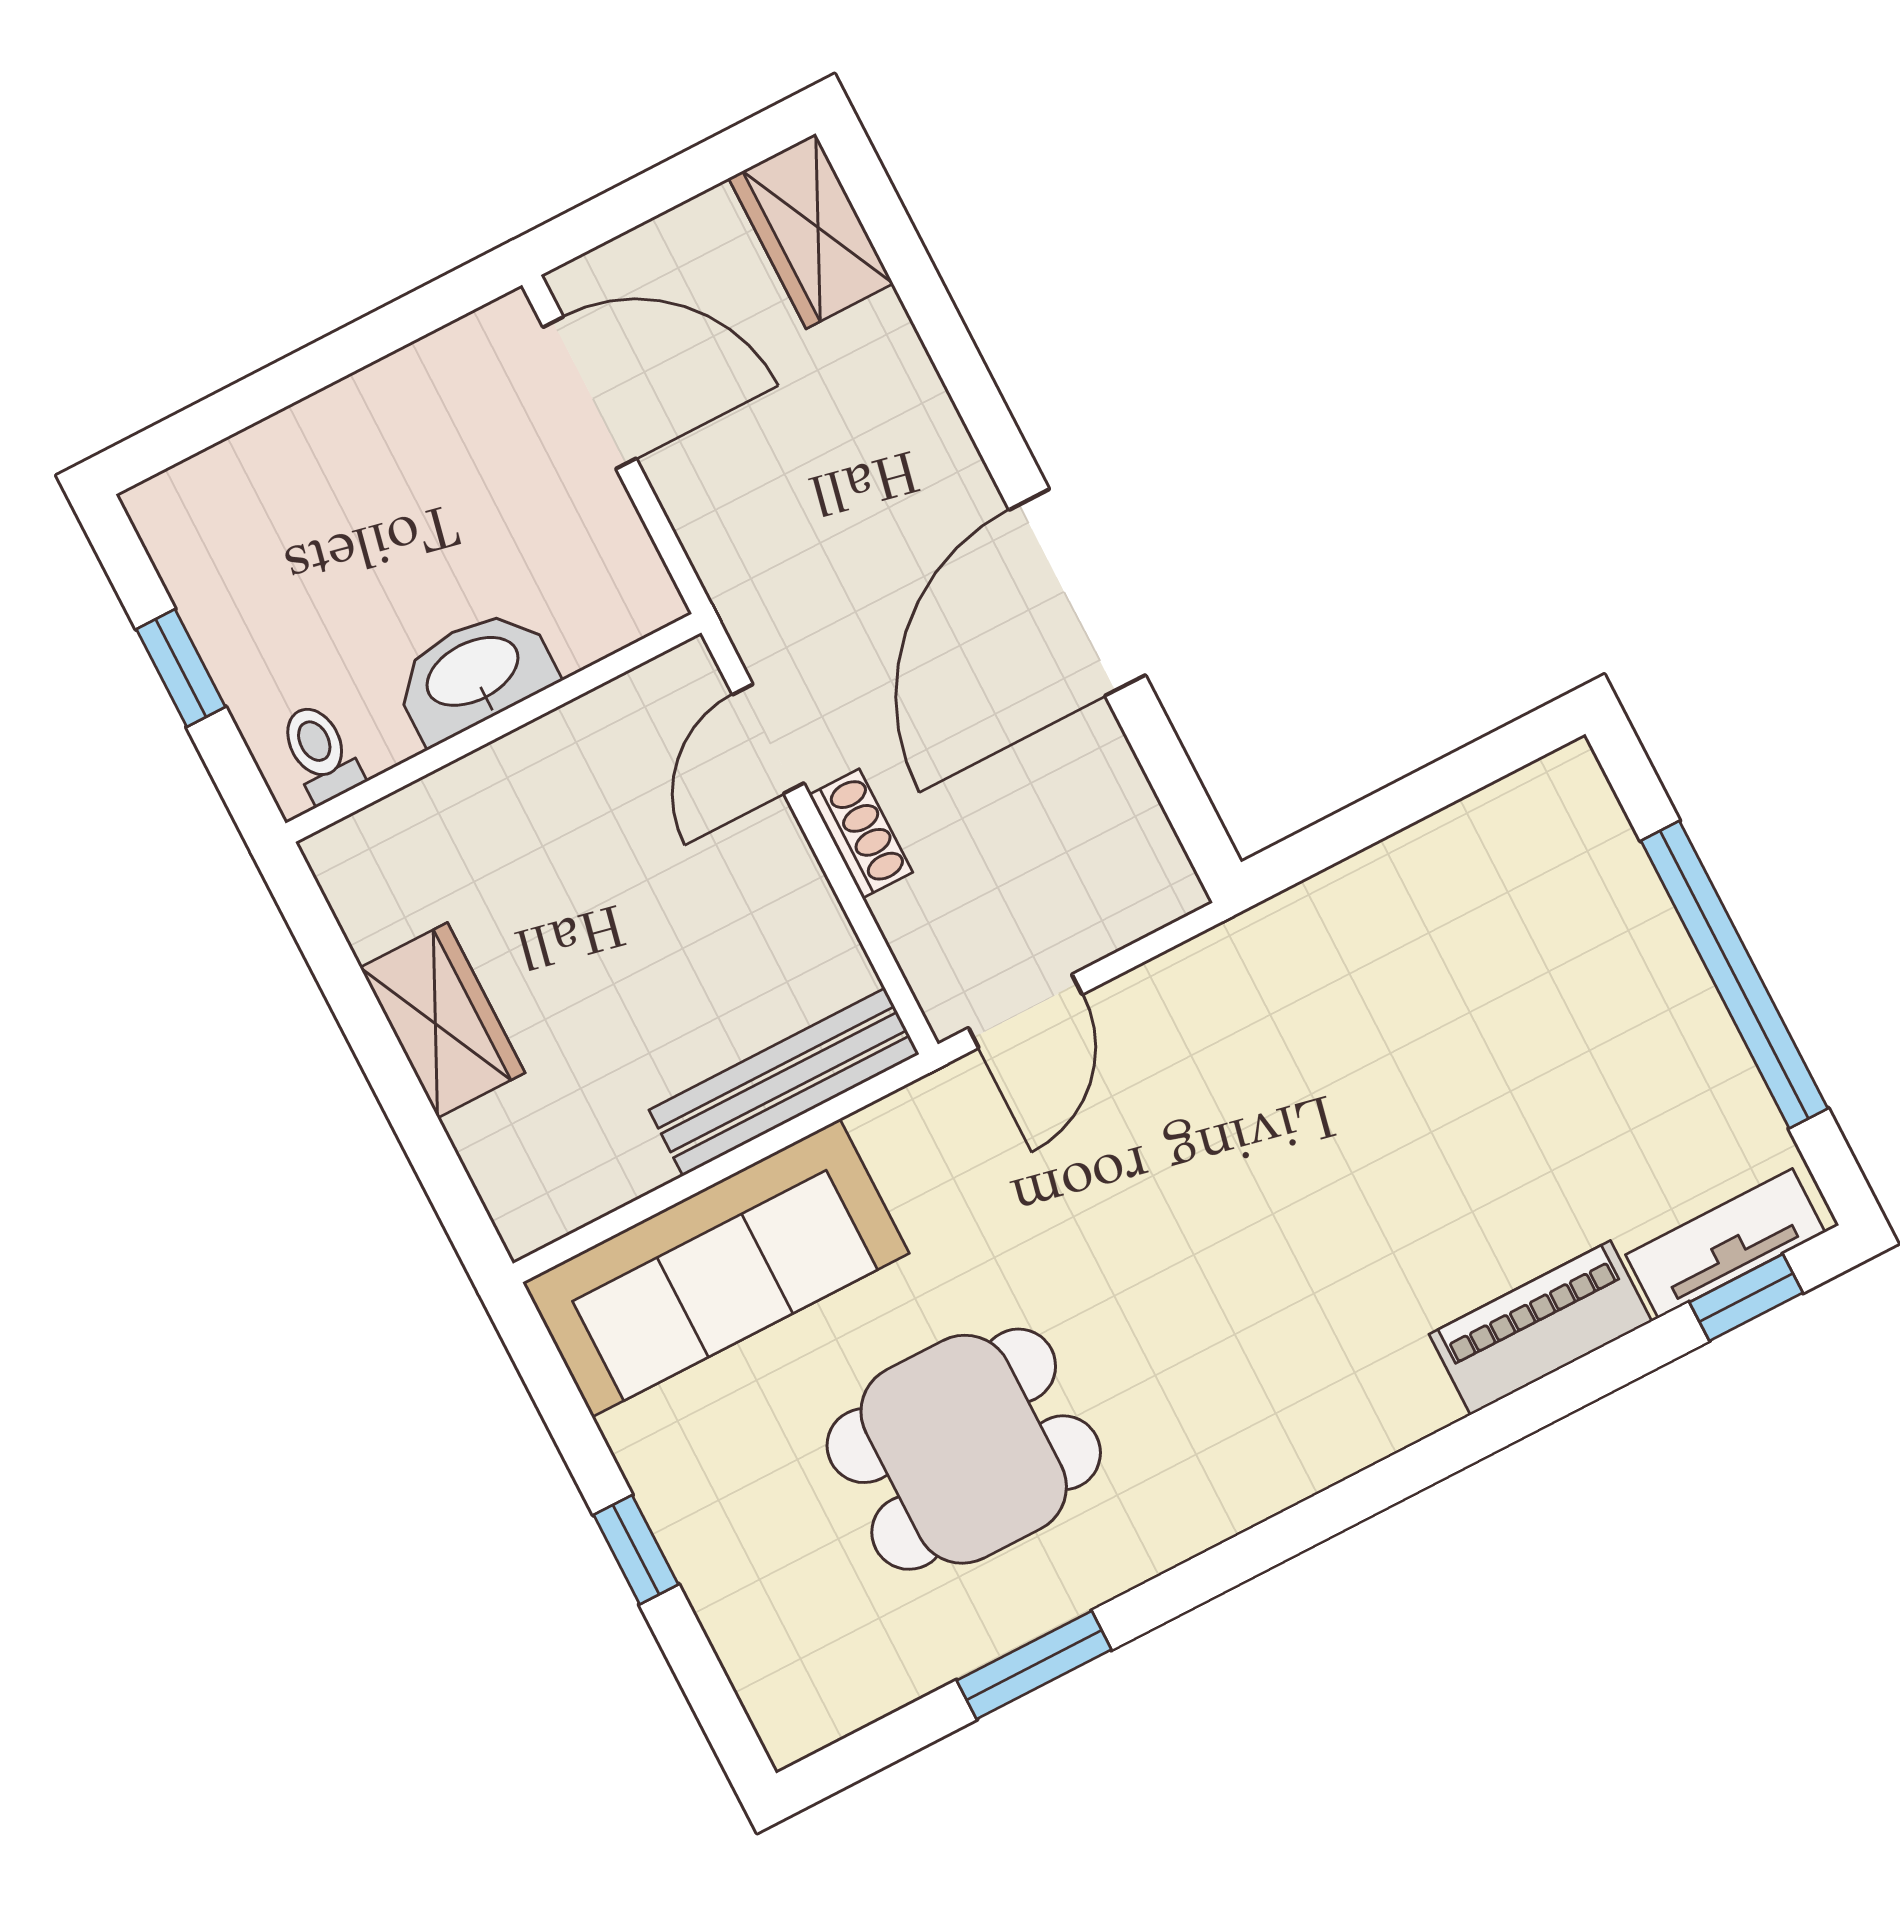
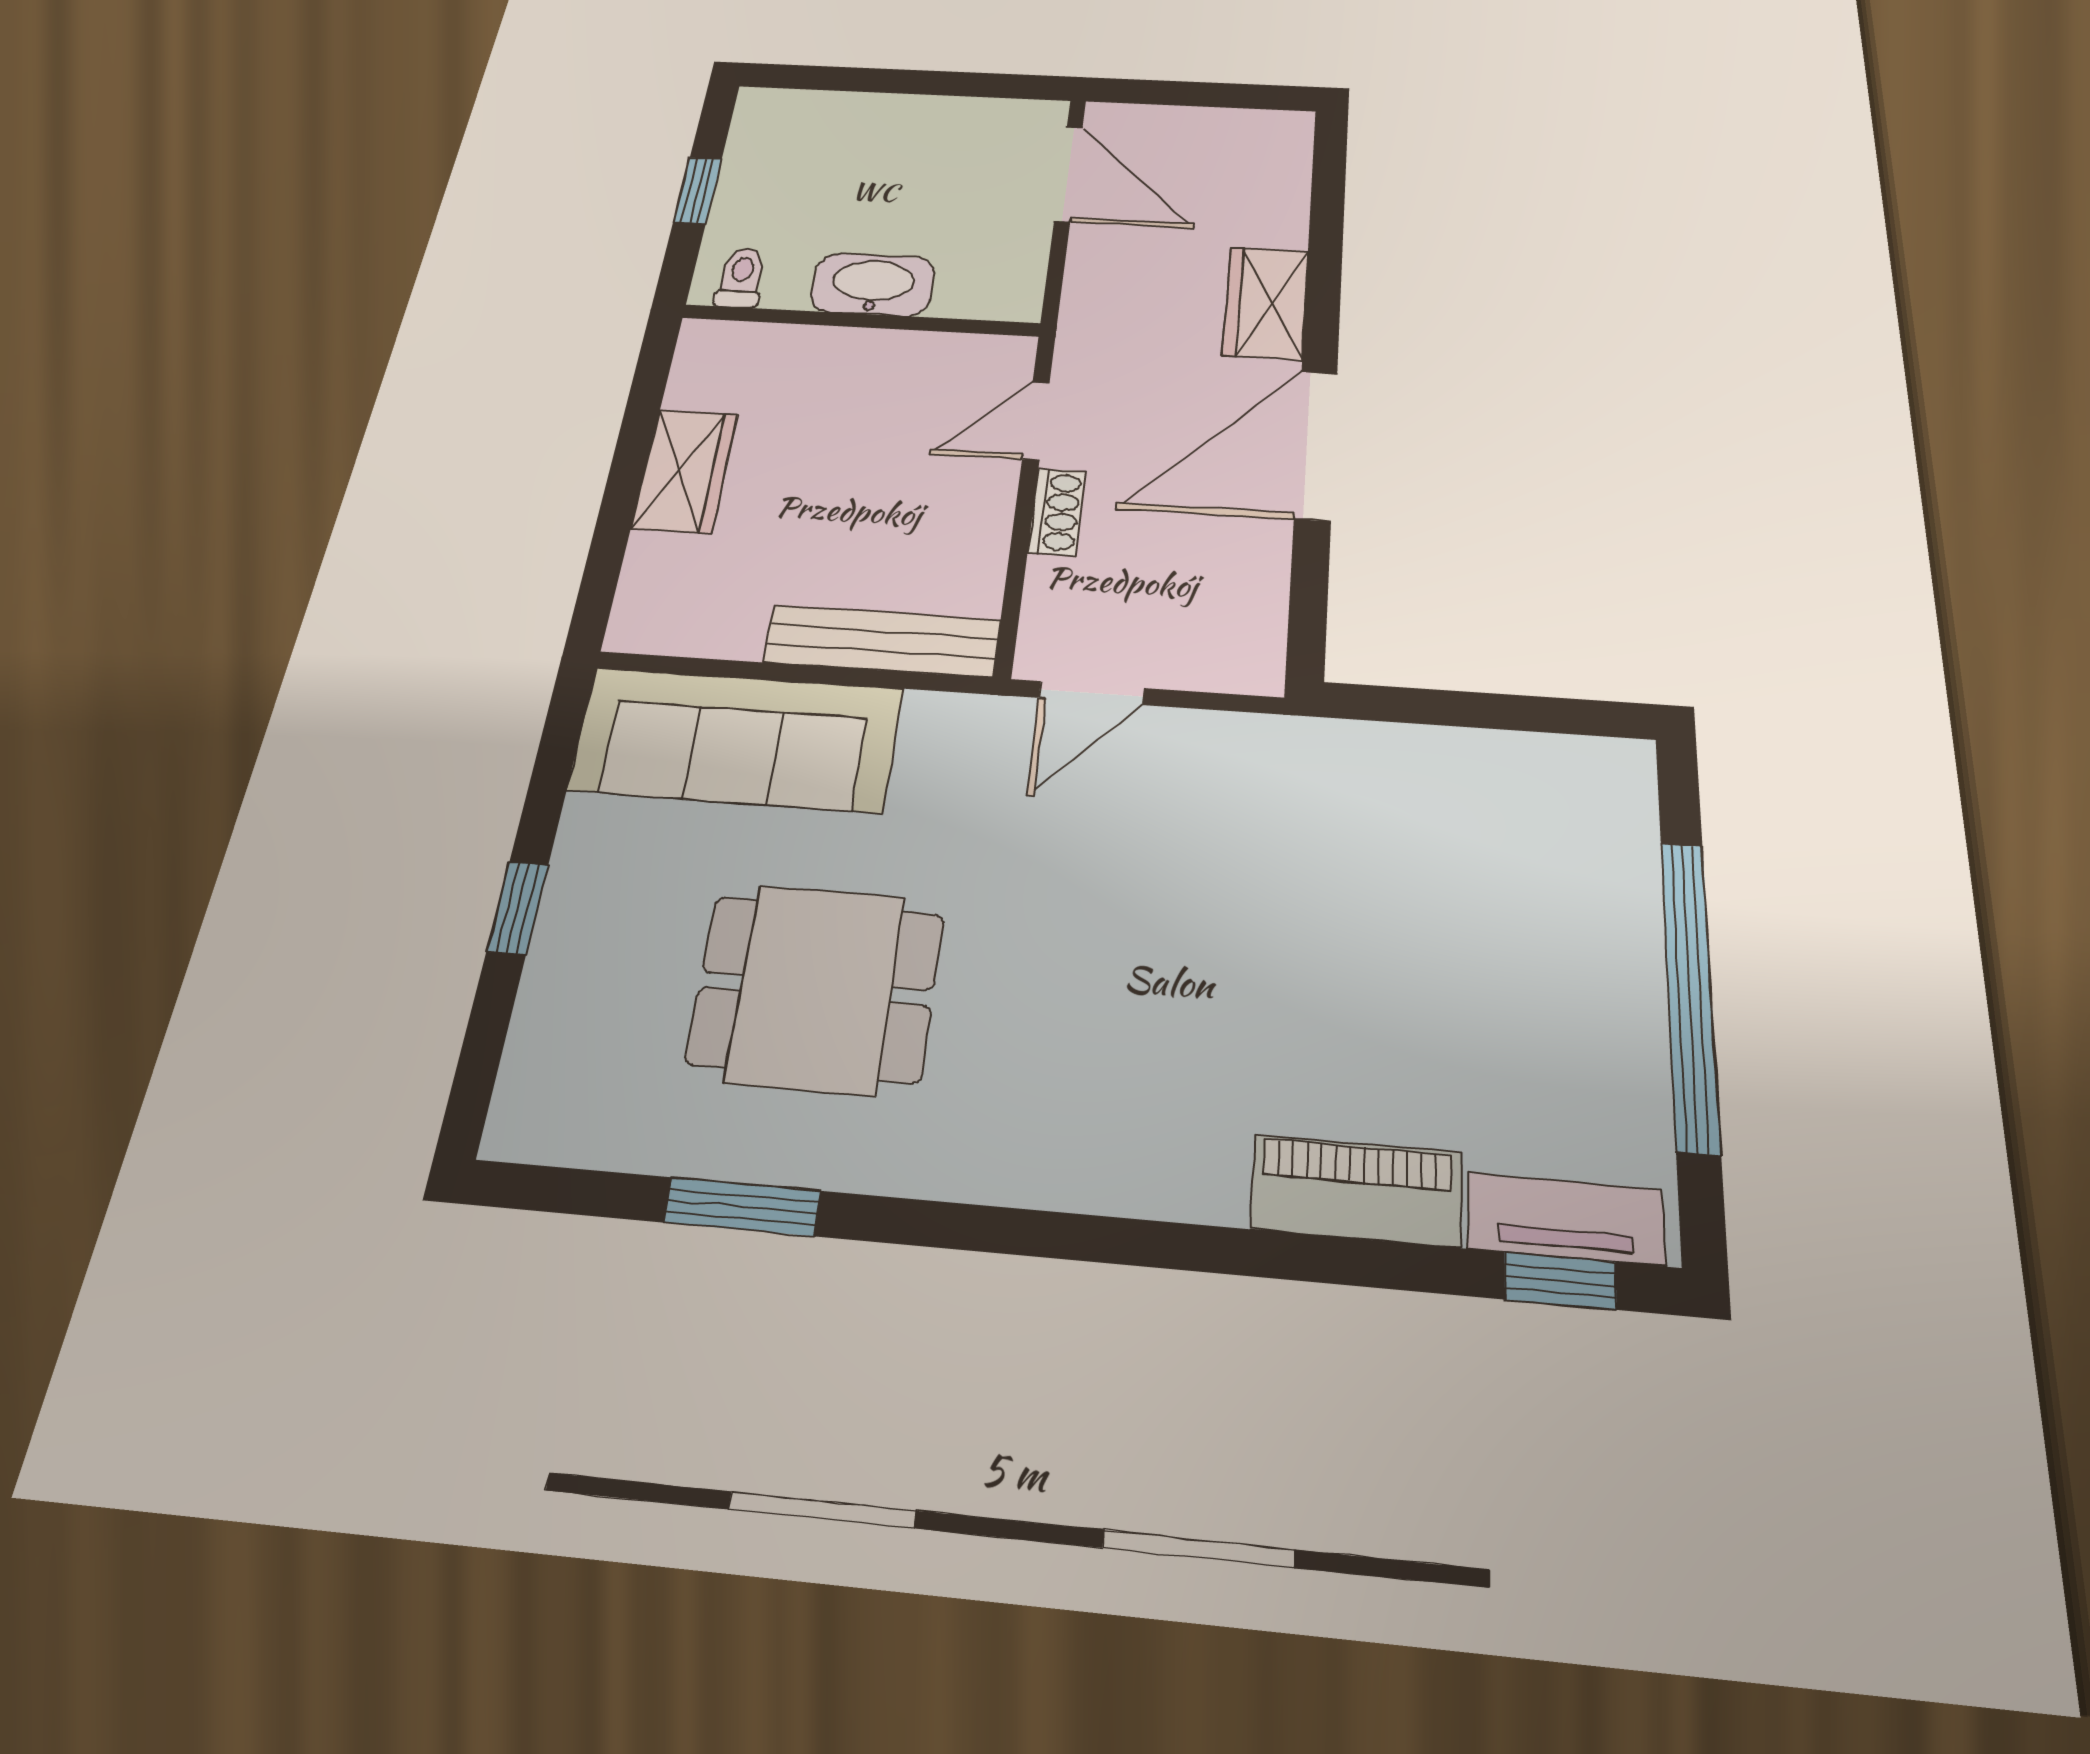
wardrobe: (811, 231) -> (1266, 303), moved

